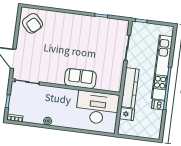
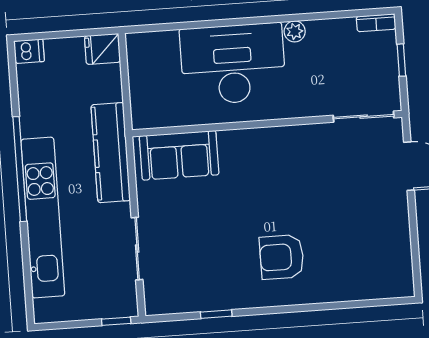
armchair: (32, 23) -> (282, 257), moved, turned -47
sofa: (80, 78) -> (179, 155), moved
dishwasher: (158, 105) -> (29, 51), moved
desk: (97, 108) -> (233, 64), moved, turned 180
fridge: (127, 114) -> (102, 49), moved

